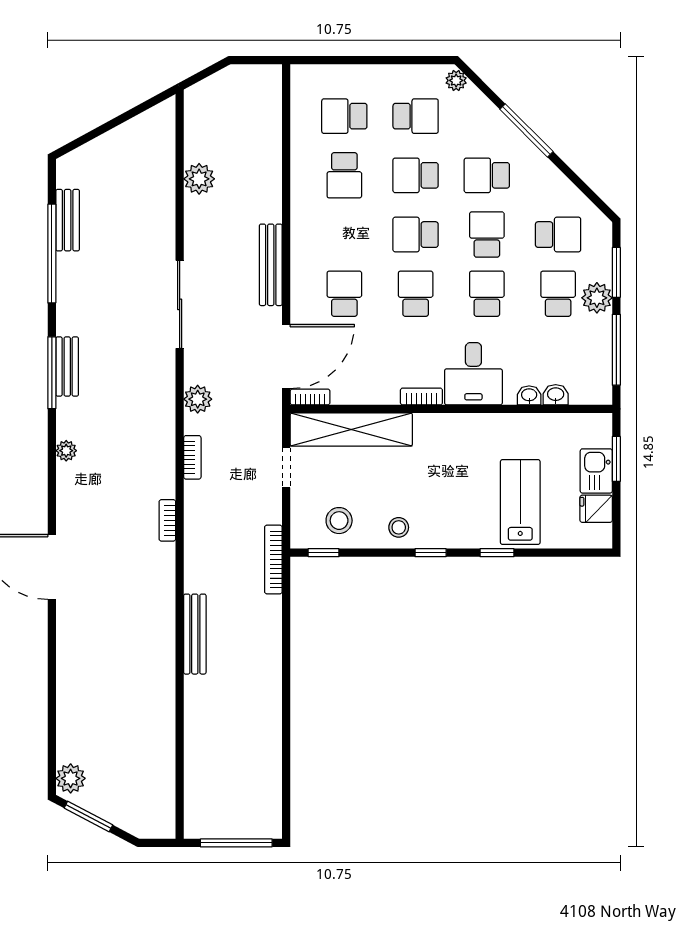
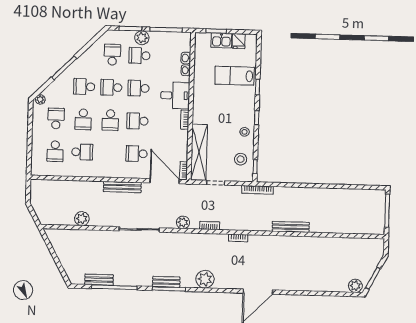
school desk: (487, 175) -> (84, 87), turned 90
plant: (66, 451) -> (205, 279), width x1.87, depth x1.87

